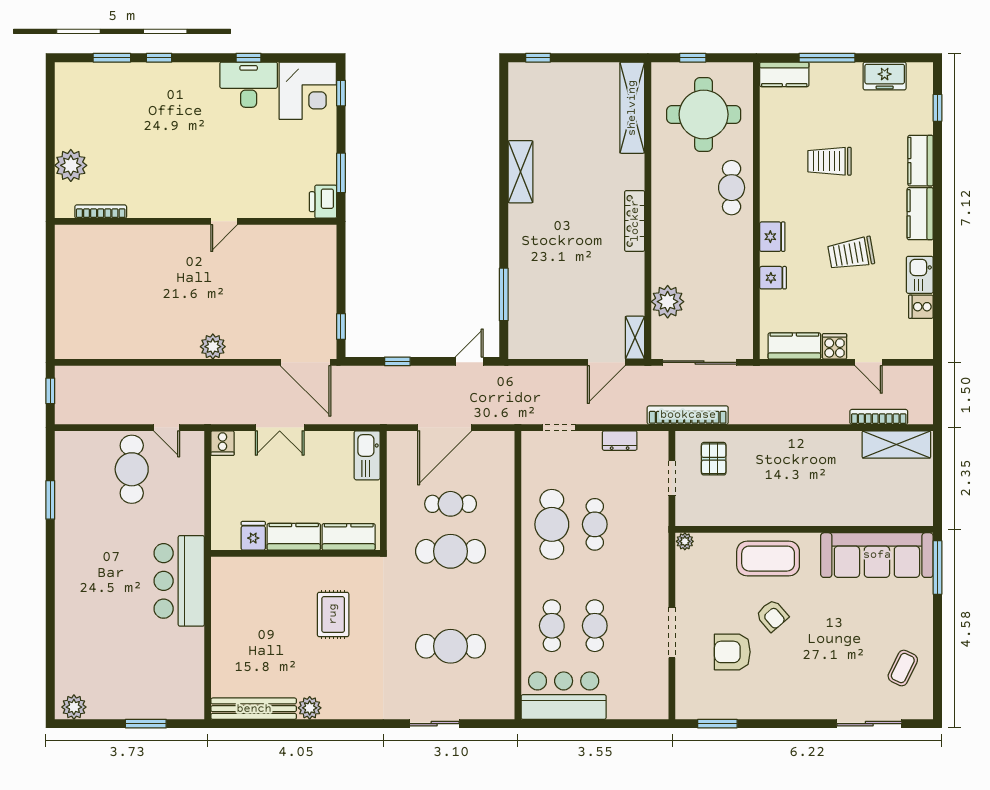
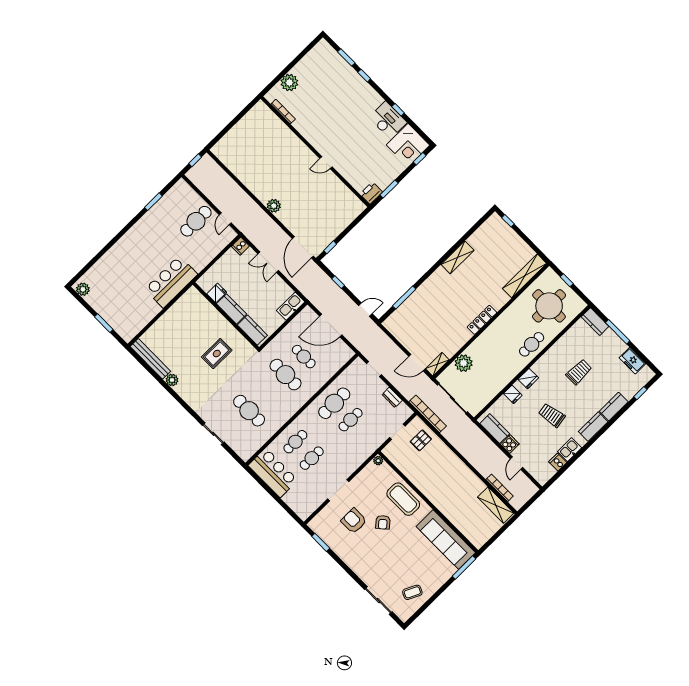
trolley: (830, 161) -> (579, 372), turned 90

